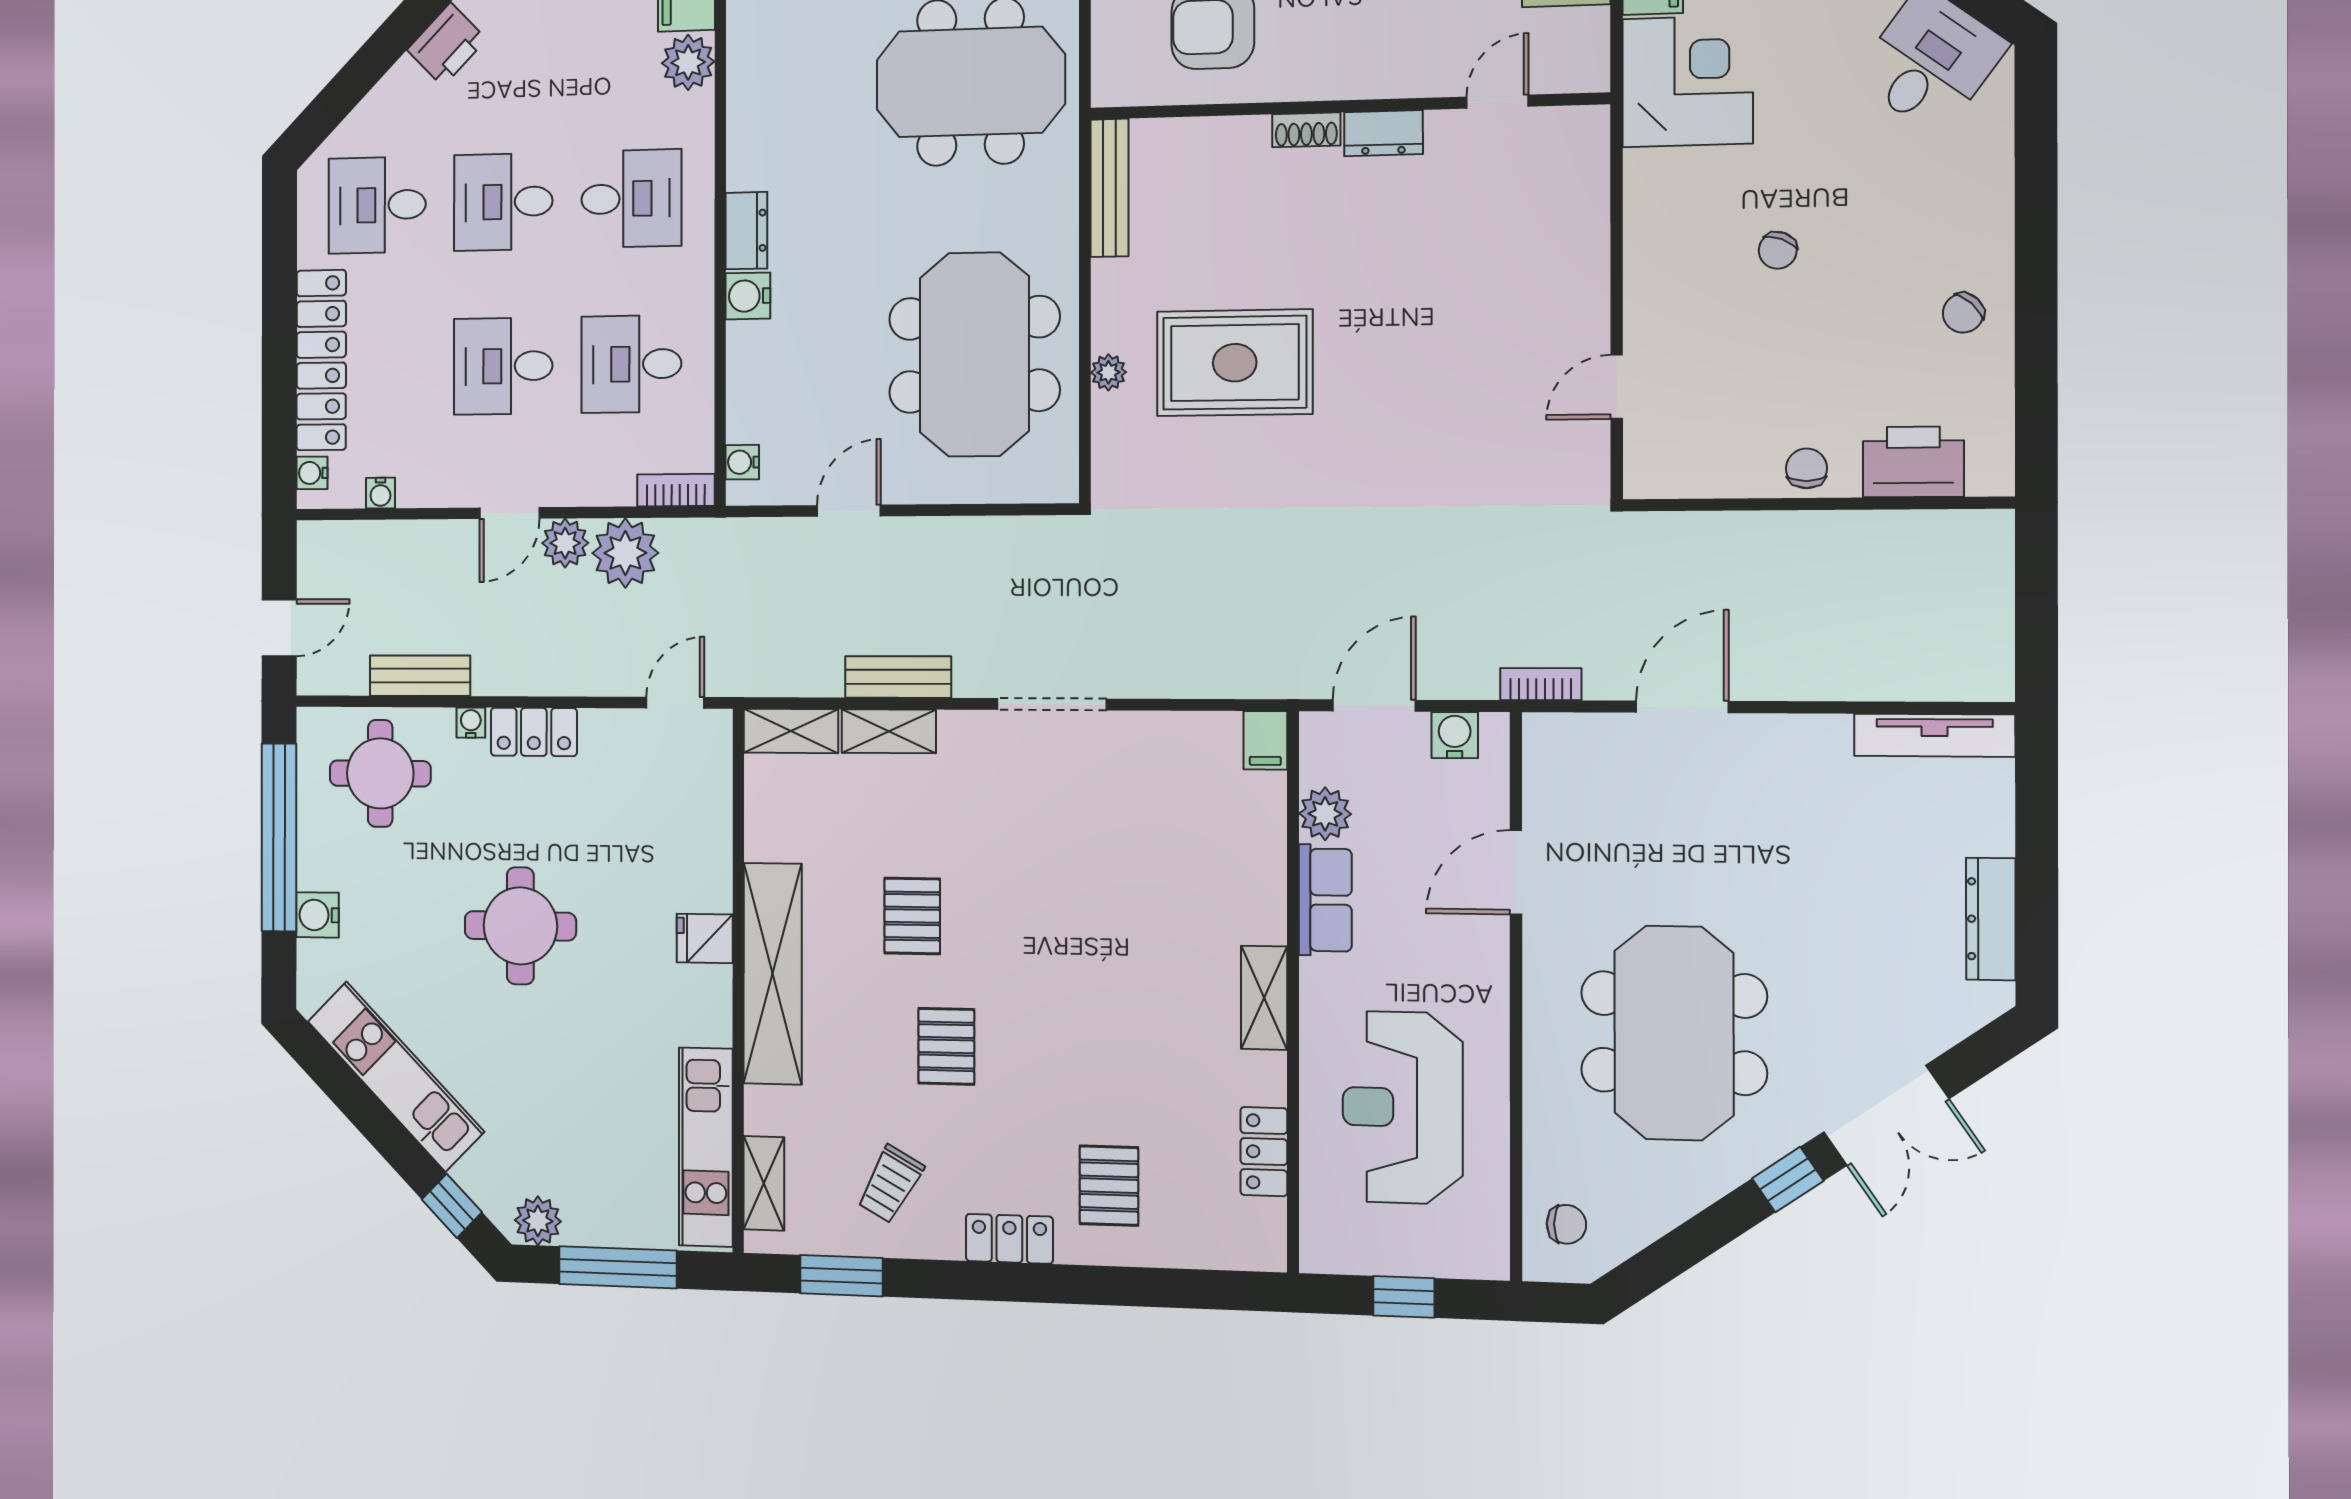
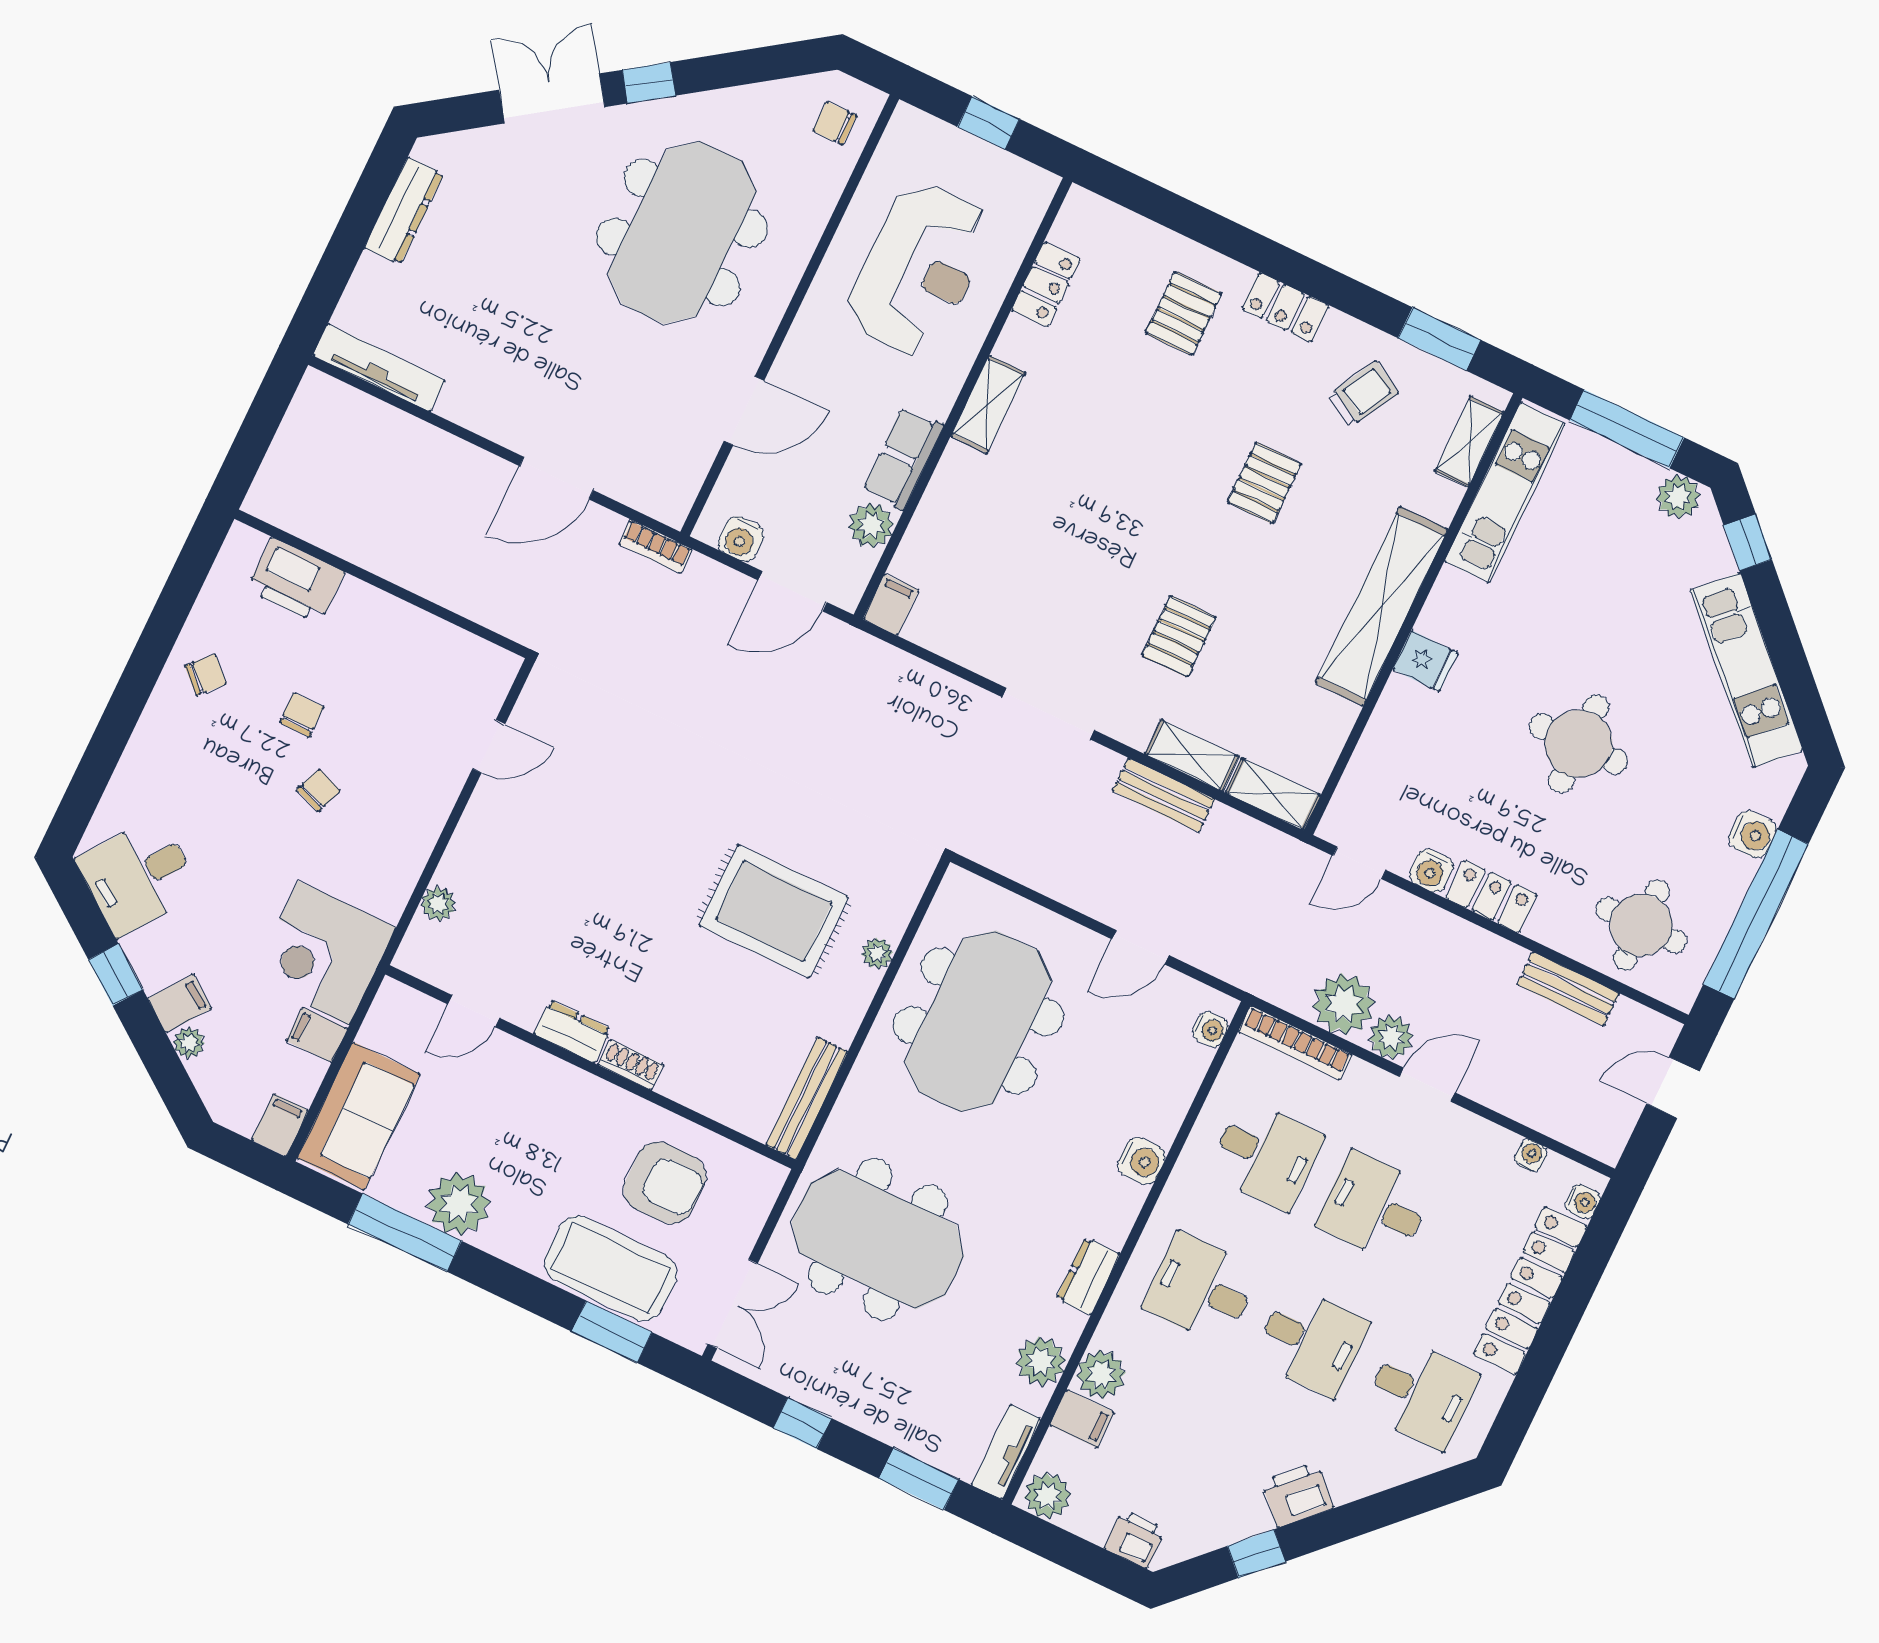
plant: (753, 44) -> (1041, 1361), added
plant: (1590, 194) -> (438, 904), added
dresser: (746, 231) -> (1088, 1276), moved
desk: (503, 366) -> (1375, 1207), turned 180
chair: (1806, 468) -> (302, 715), moved, turned 180
bookcase: (676, 490) -> (1295, 1043), width x1.56
water cooler: (471, 723) -> (1431, 871), moved, width x1.38, depth x1.38
pallet: (912, 916) -> (1179, 636), moved

